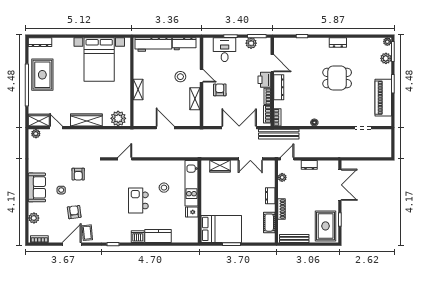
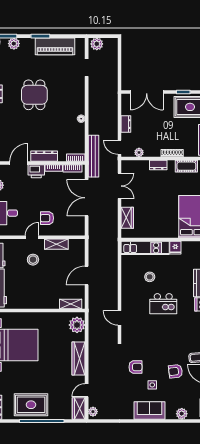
shelving: (138, 89) -> (71, 304), moved
plant: (385, 137) -> (97, 44), added
double door: (340, 185) -> (147, 92), swing flipped

